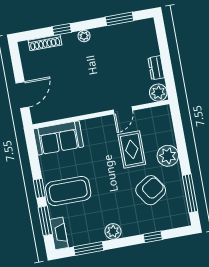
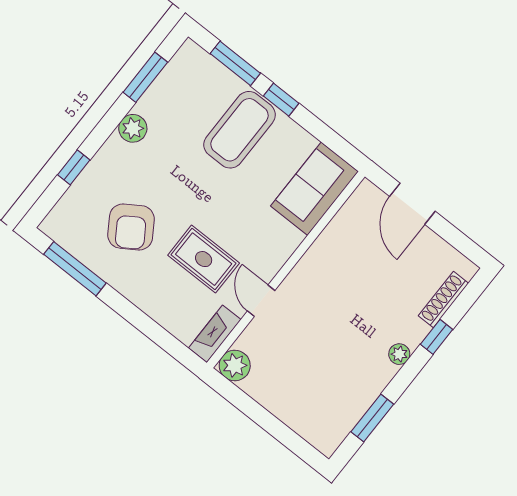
dresser: (156, 68) -> (266, 396), removed
plant: (168, 156) -> (148, 293), removed
fireplace: (59, 233) -> (215, 334), moved, turned 90

